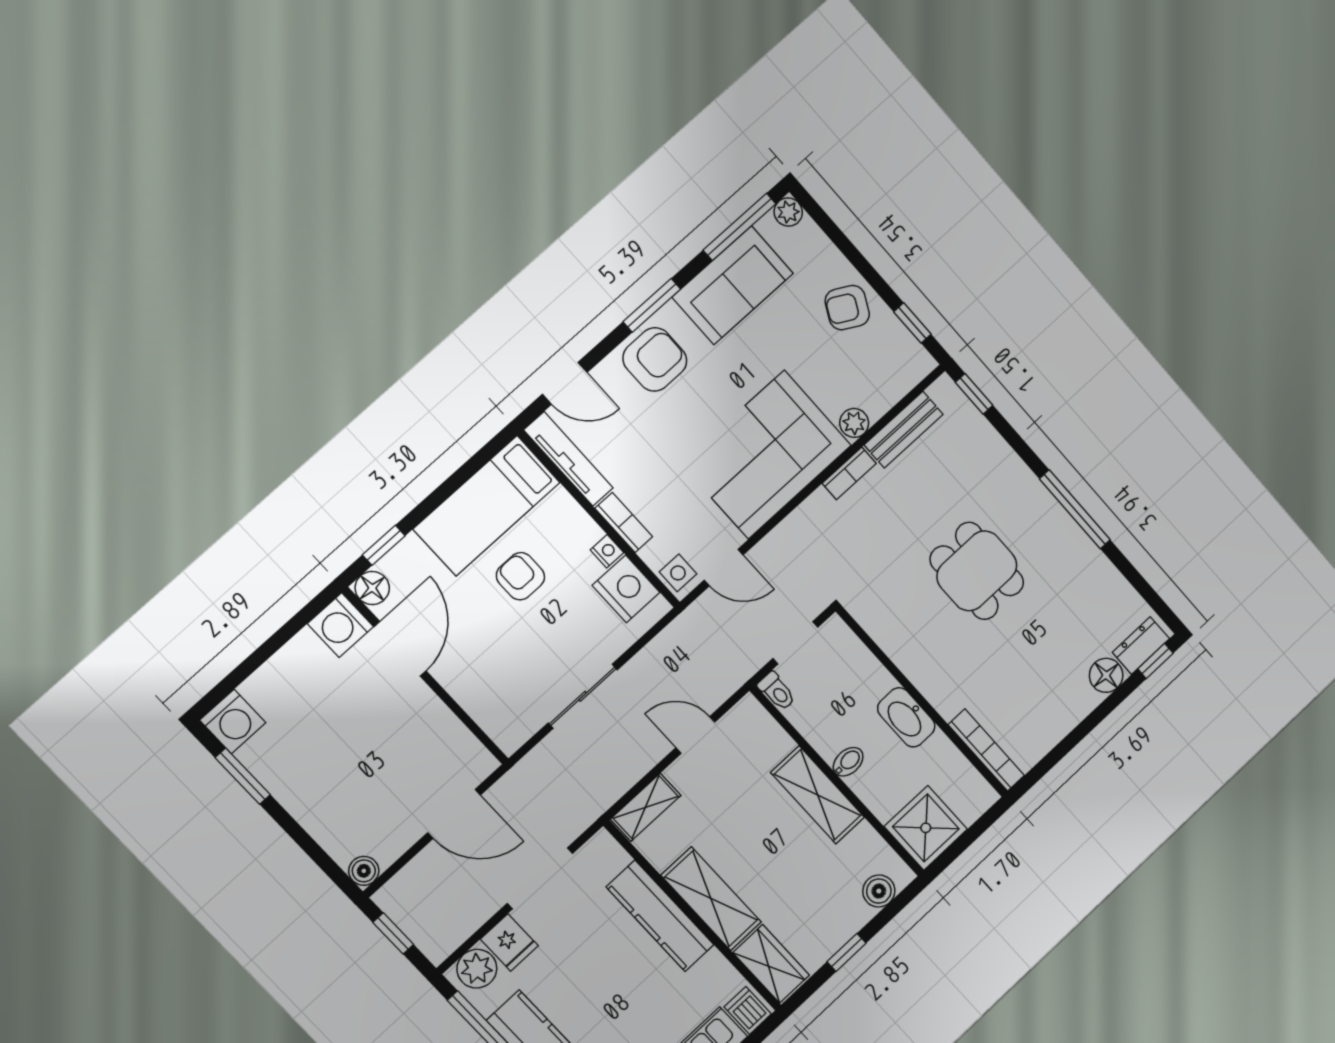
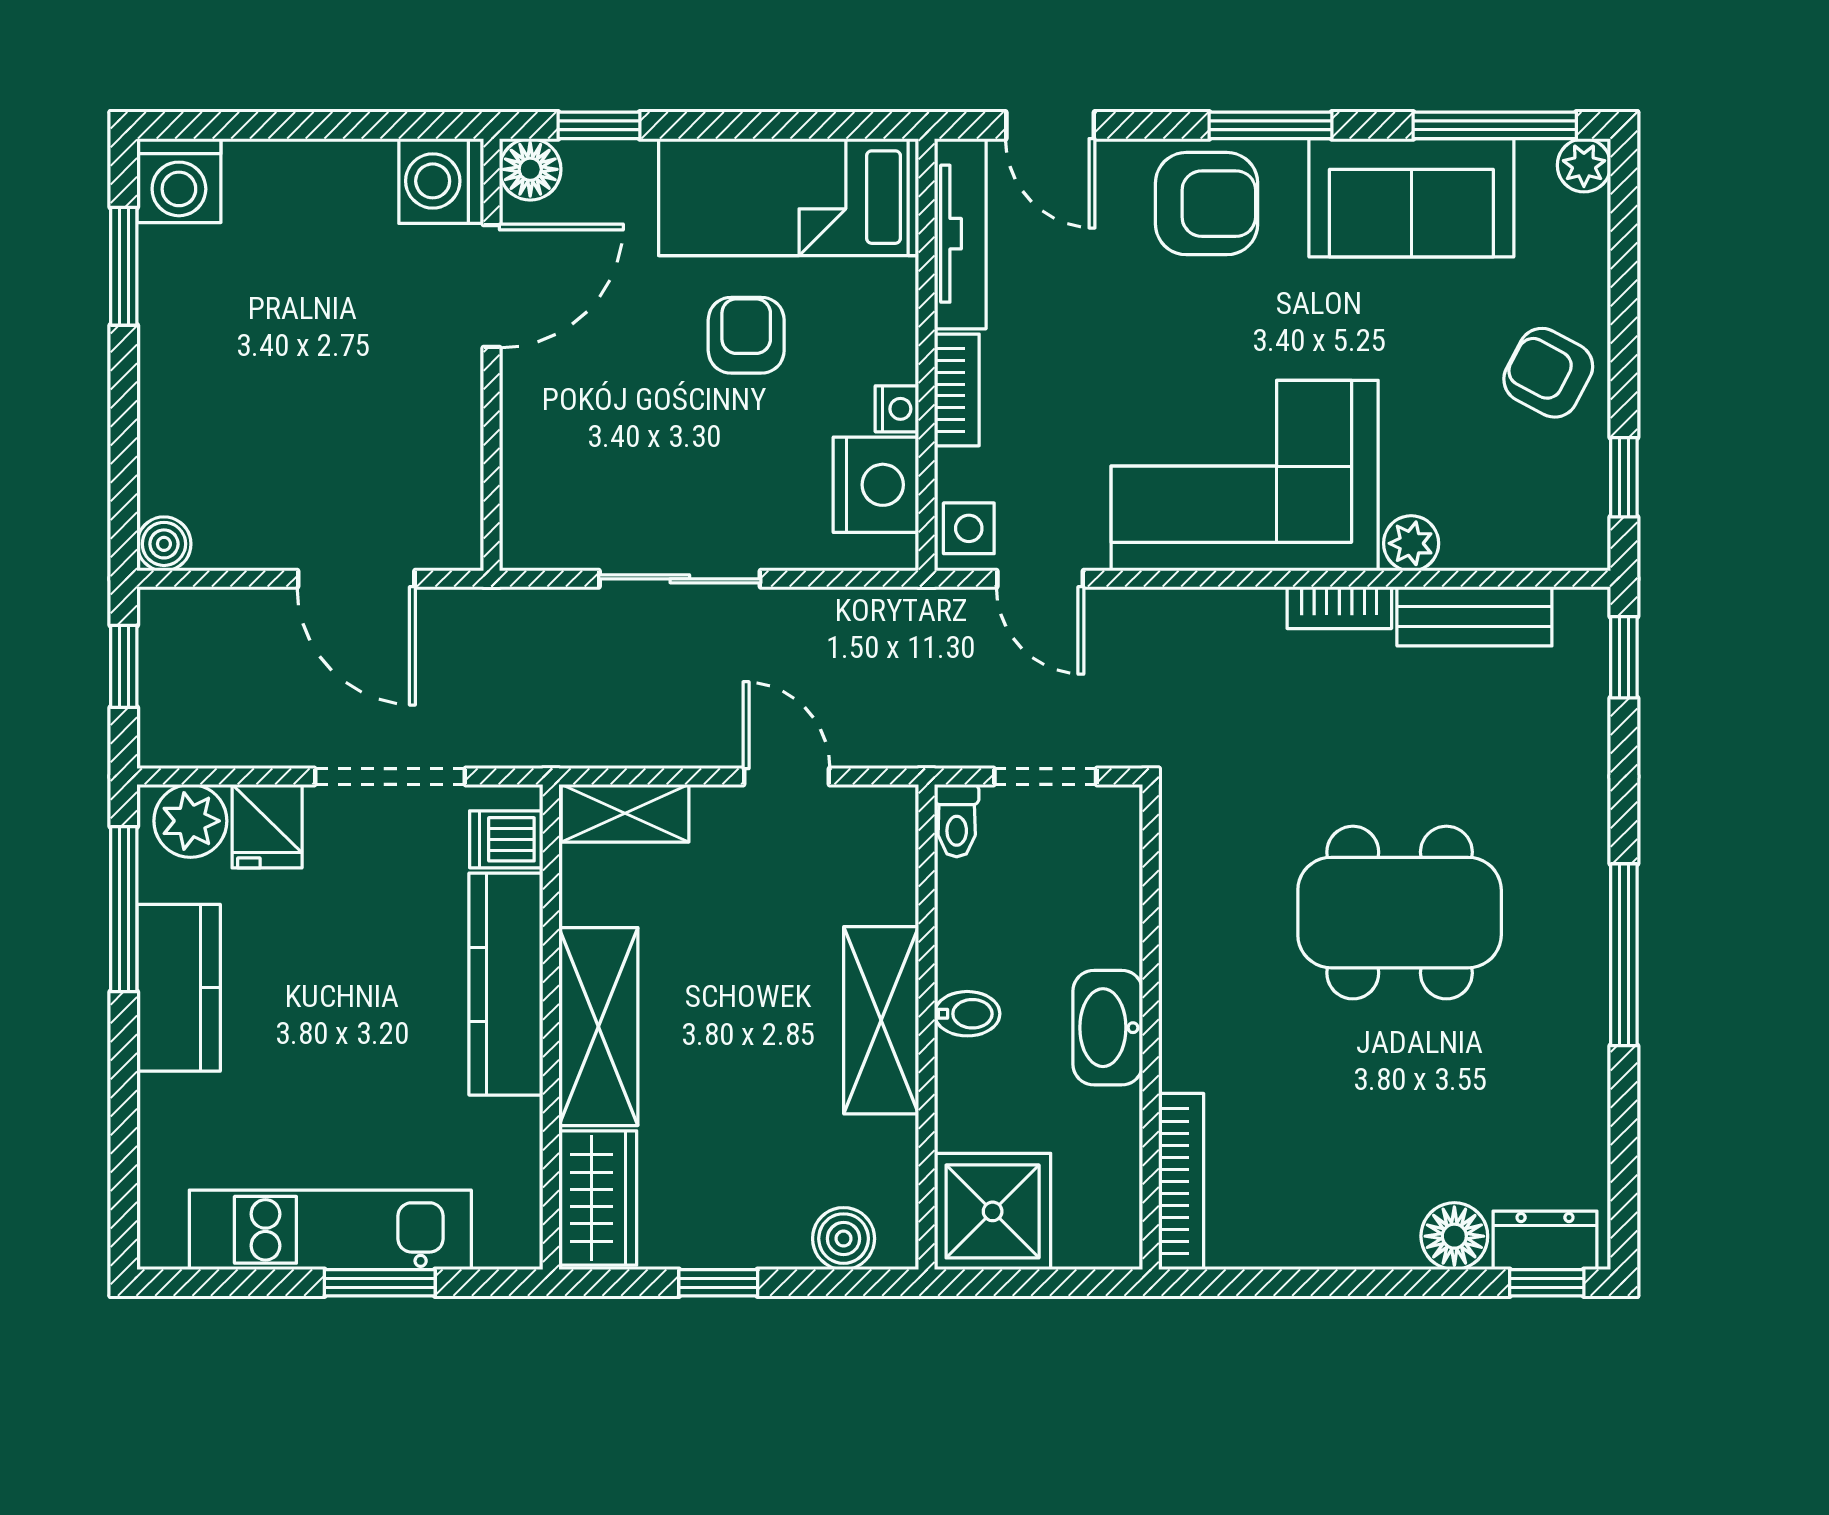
dining table: (977, 571) -> (1400, 913), width x1.38
dishwasher: (748, 1010) -> (506, 839), moved, turned -90

